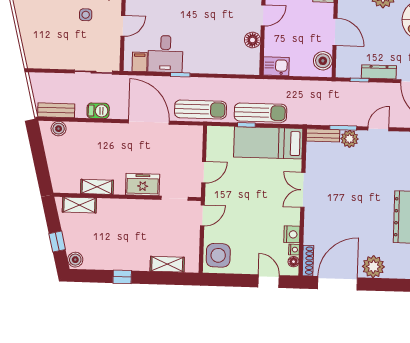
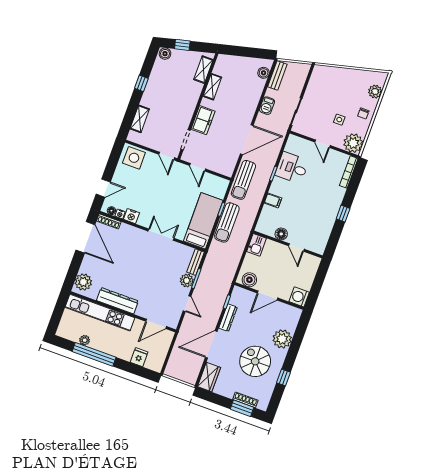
filing cabinet: (140, 62) -> (273, 201), moved
plant: (373, 267) -> (83, 282), moved

